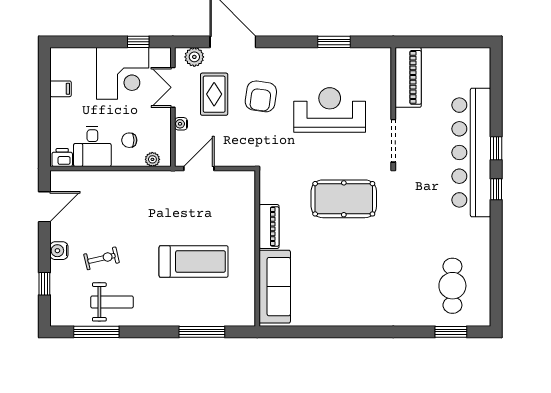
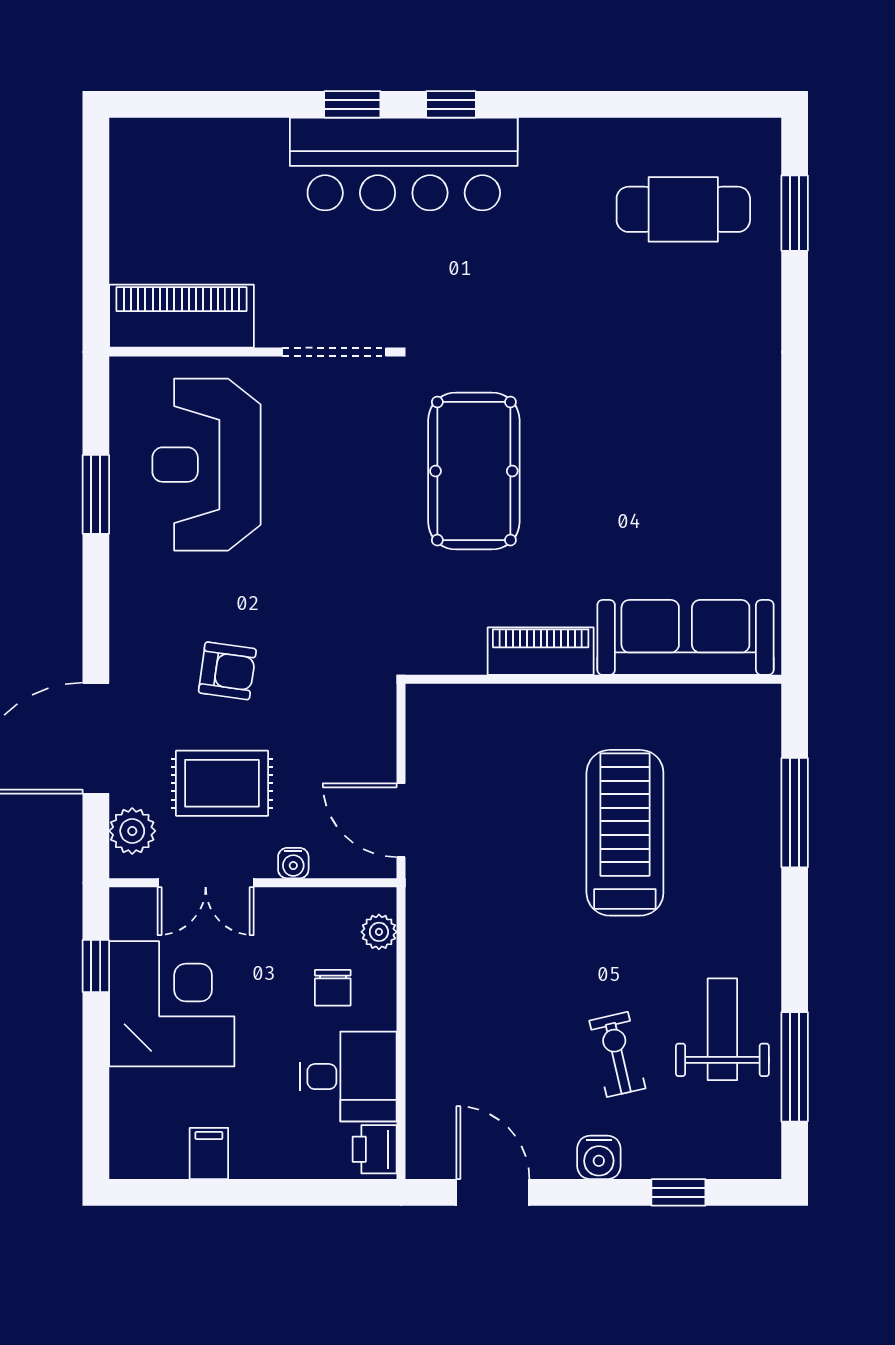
armchair: (261, 96) -> (227, 671), width x0.72, depth x0.72
reception desk: (330, 110) -> (206, 465), moved
bar counter: (471, 153) -> (404, 164), width x0.73

